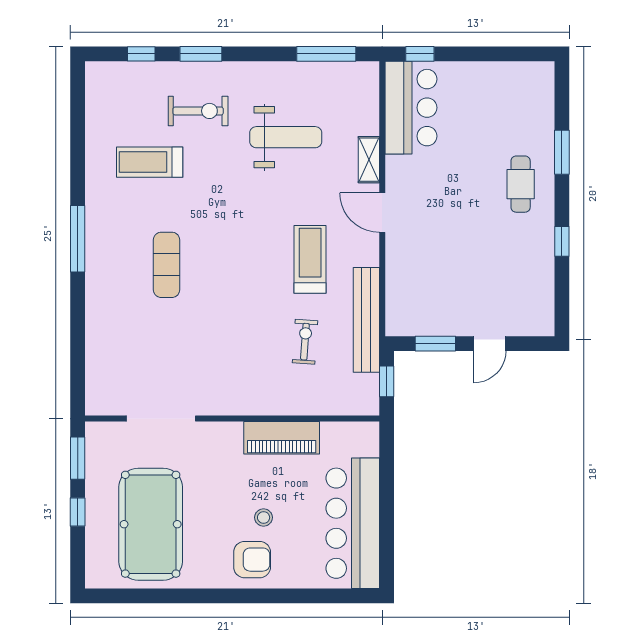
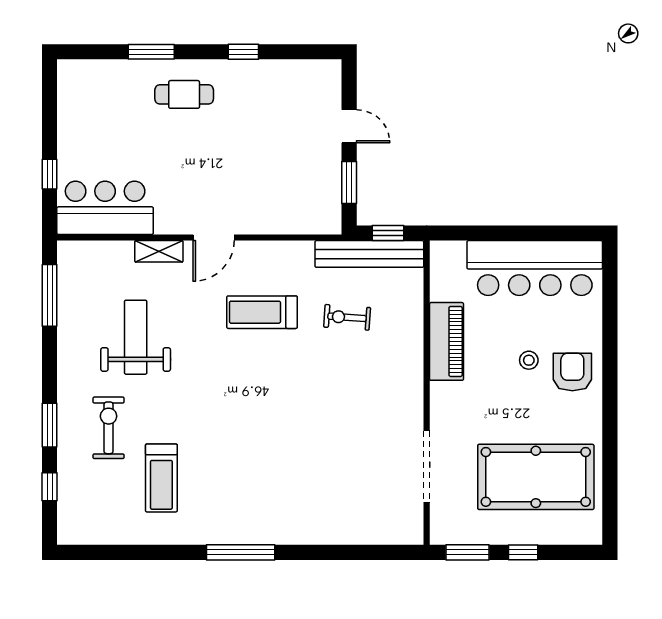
window: (420, 54) -> (50, 174), moved
exercise mat: (167, 265) -> (268, 460), removed
bench: (366, 320) -> (369, 254), moved

